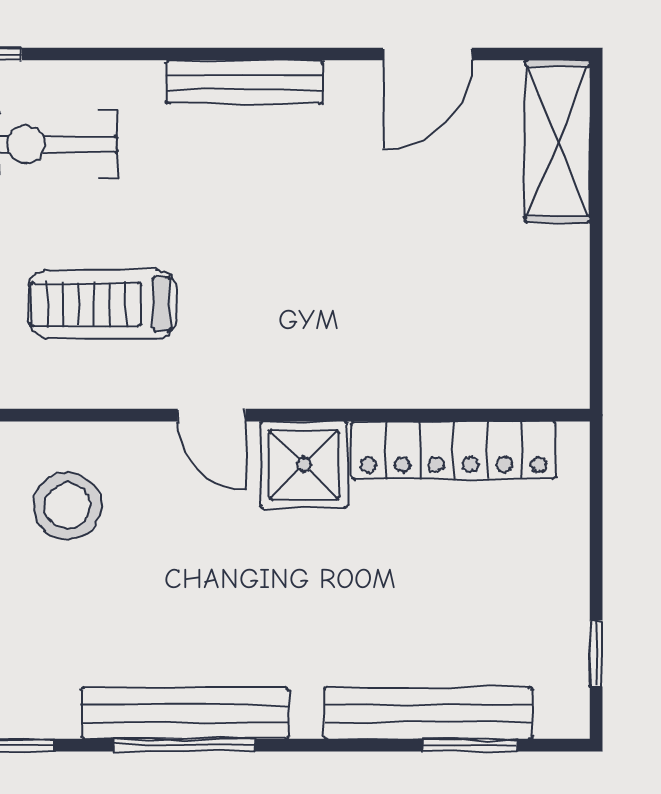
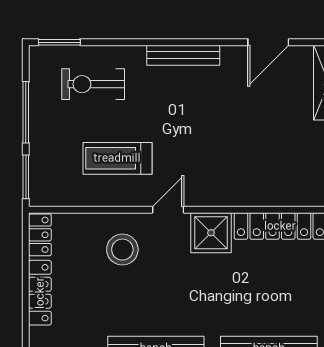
door: (212, 415) -> (168, 210), swing flipped
stool: (67, 506) -> (122, 250), moved

